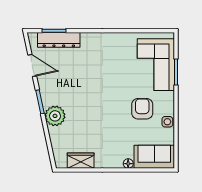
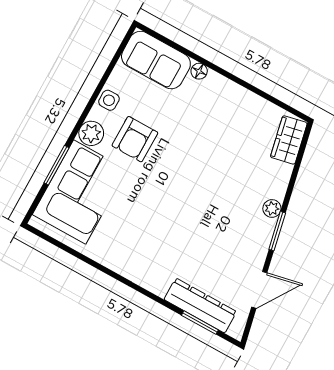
door: (32, 65) -> (259, 290), swing flipped
plant: (167, 99) -> (91, 133), added
plant: (55, 116) -> (272, 209), width x0.53, depth x0.53
wardrobe: (81, 161) -> (289, 140), moved, turned 78

